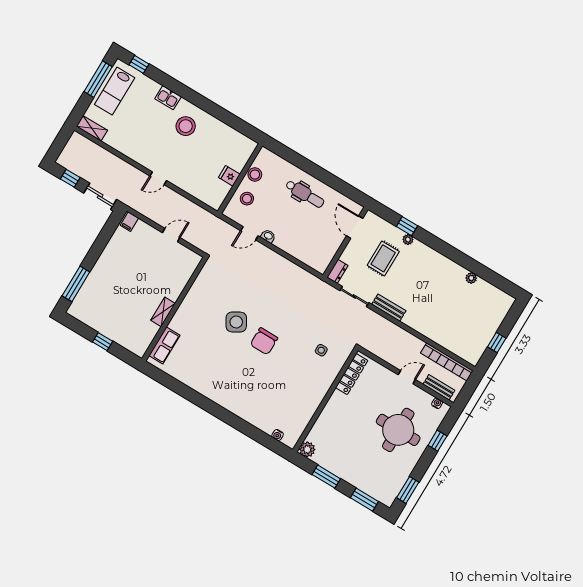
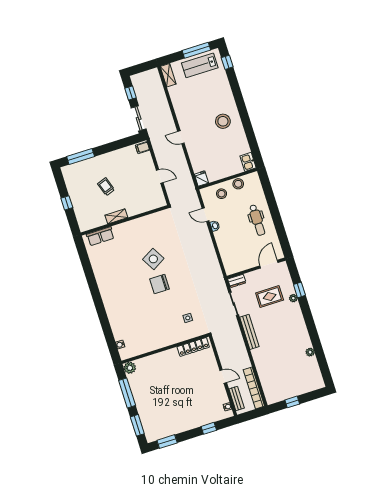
kitchen sink: (168, 98) -> (248, 162), moved
fridge: (229, 176) -> (201, 179), moved
trolley: (127, 292) -> (106, 187), added
bench: (389, 308) -> (249, 332), width x1.36
round table: (398, 430) -> (192, 402), removed
window: (326, 477) -> (127, 393), width x1.44

